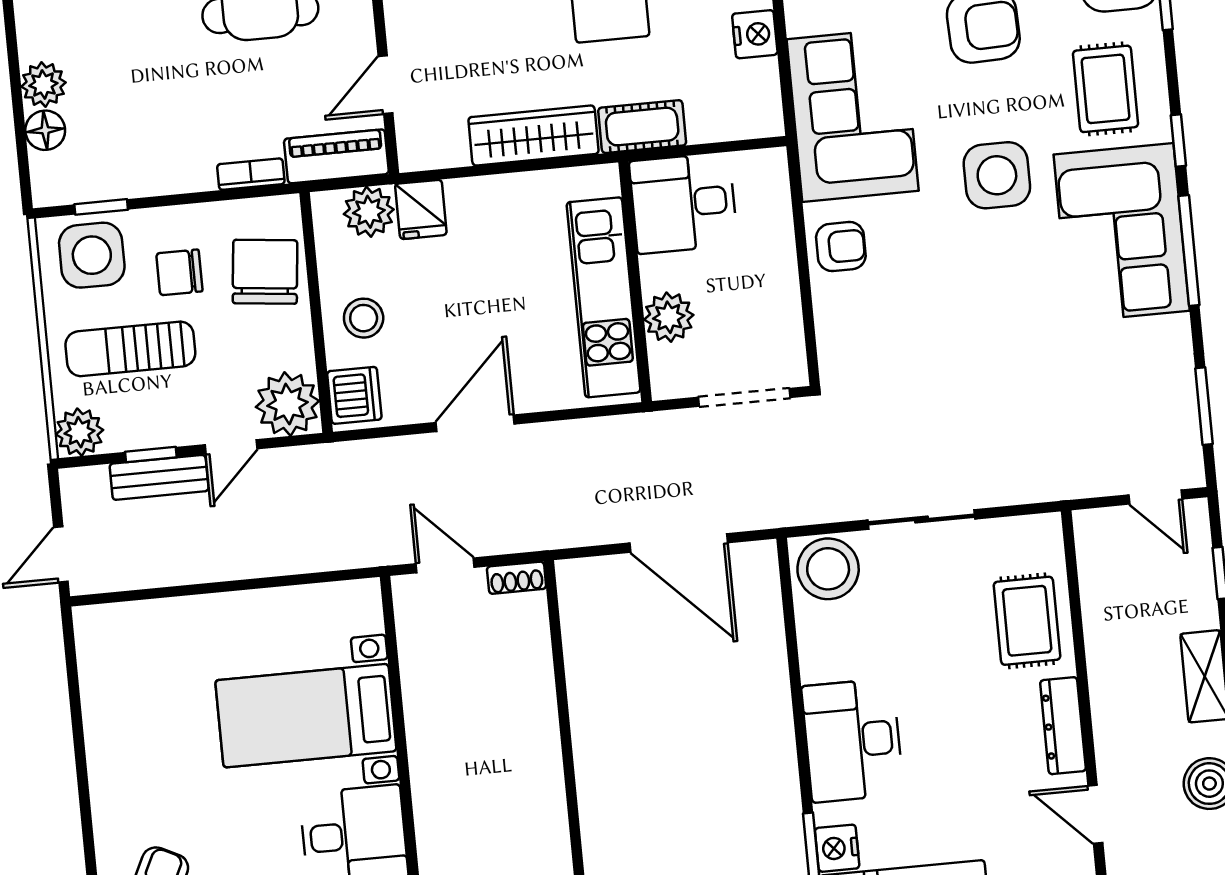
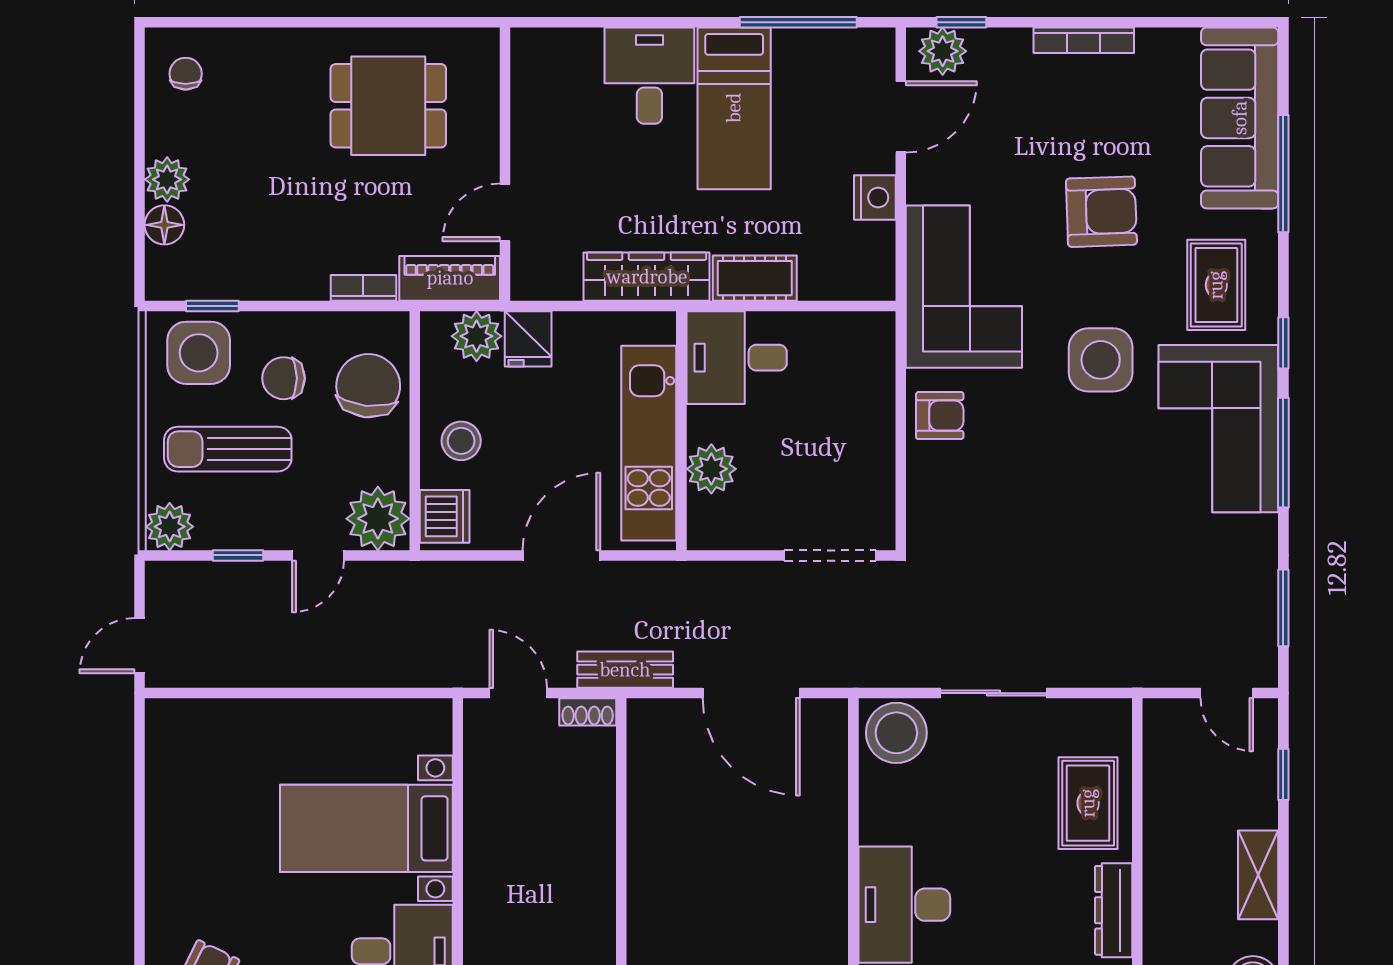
desk: (683, 203) -> (737, 358), moved
wall: (635, 282) -> (681, 431), moved
kitchen unit: (604, 297) -> (649, 443), moved
plant: (669, 317) -> (711, 469), moved
bench: (159, 477) -> (625, 670), moved

